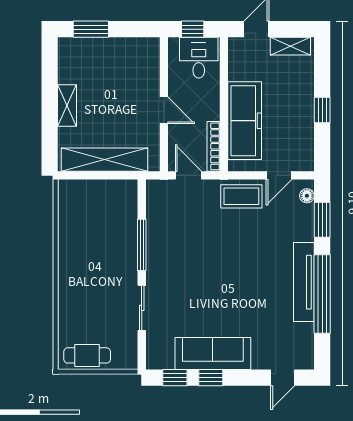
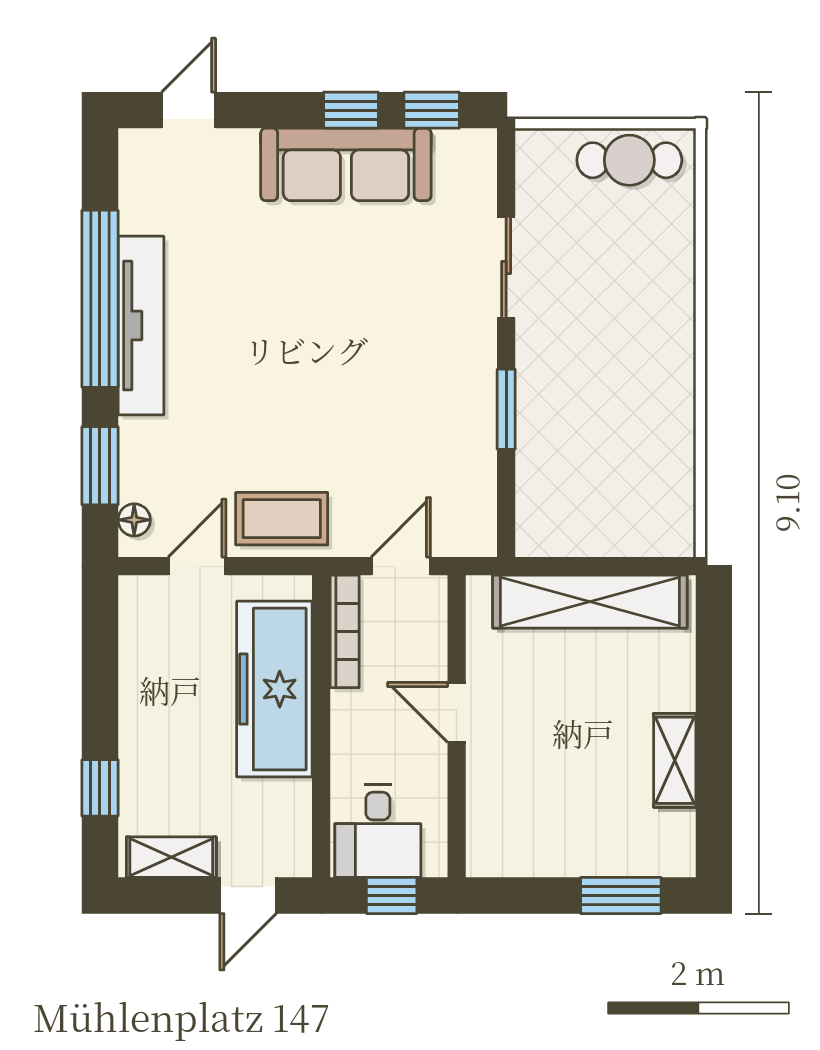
shelving: (67, 106) -> (675, 760), moved
window: (322, 110) -> (100, 788), moved
door: (189, 175) -> (401, 566), swing flipped
window: (142, 245) -> (506, 409), width x0.69

